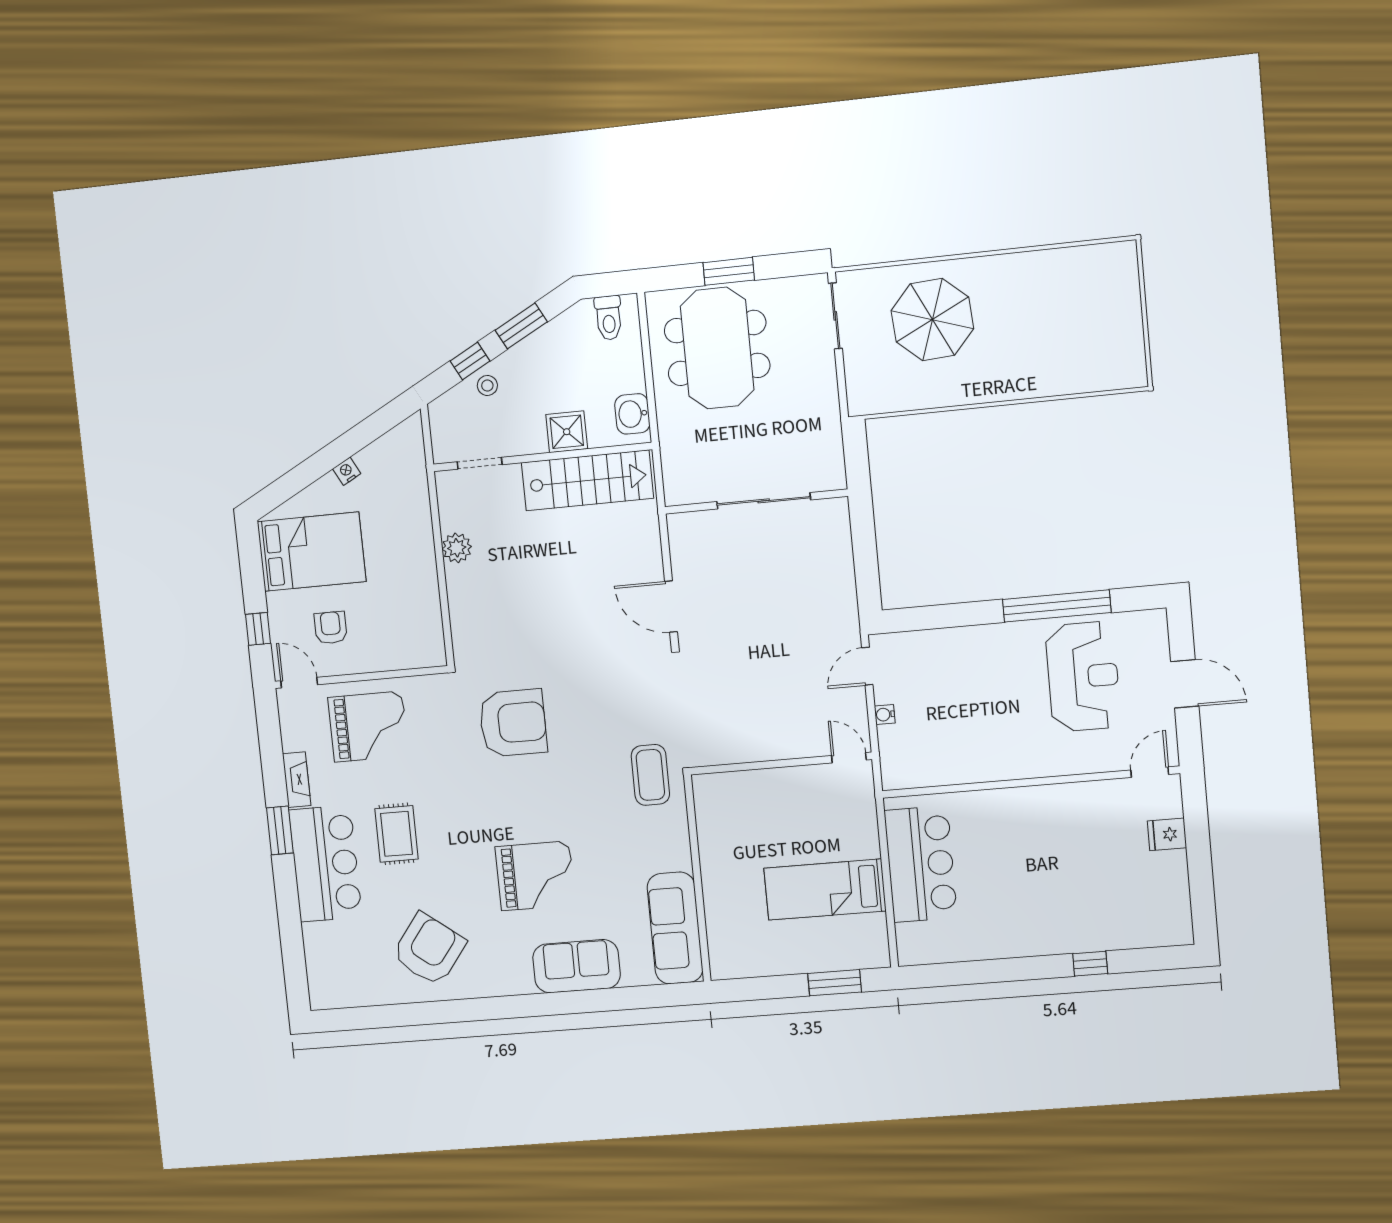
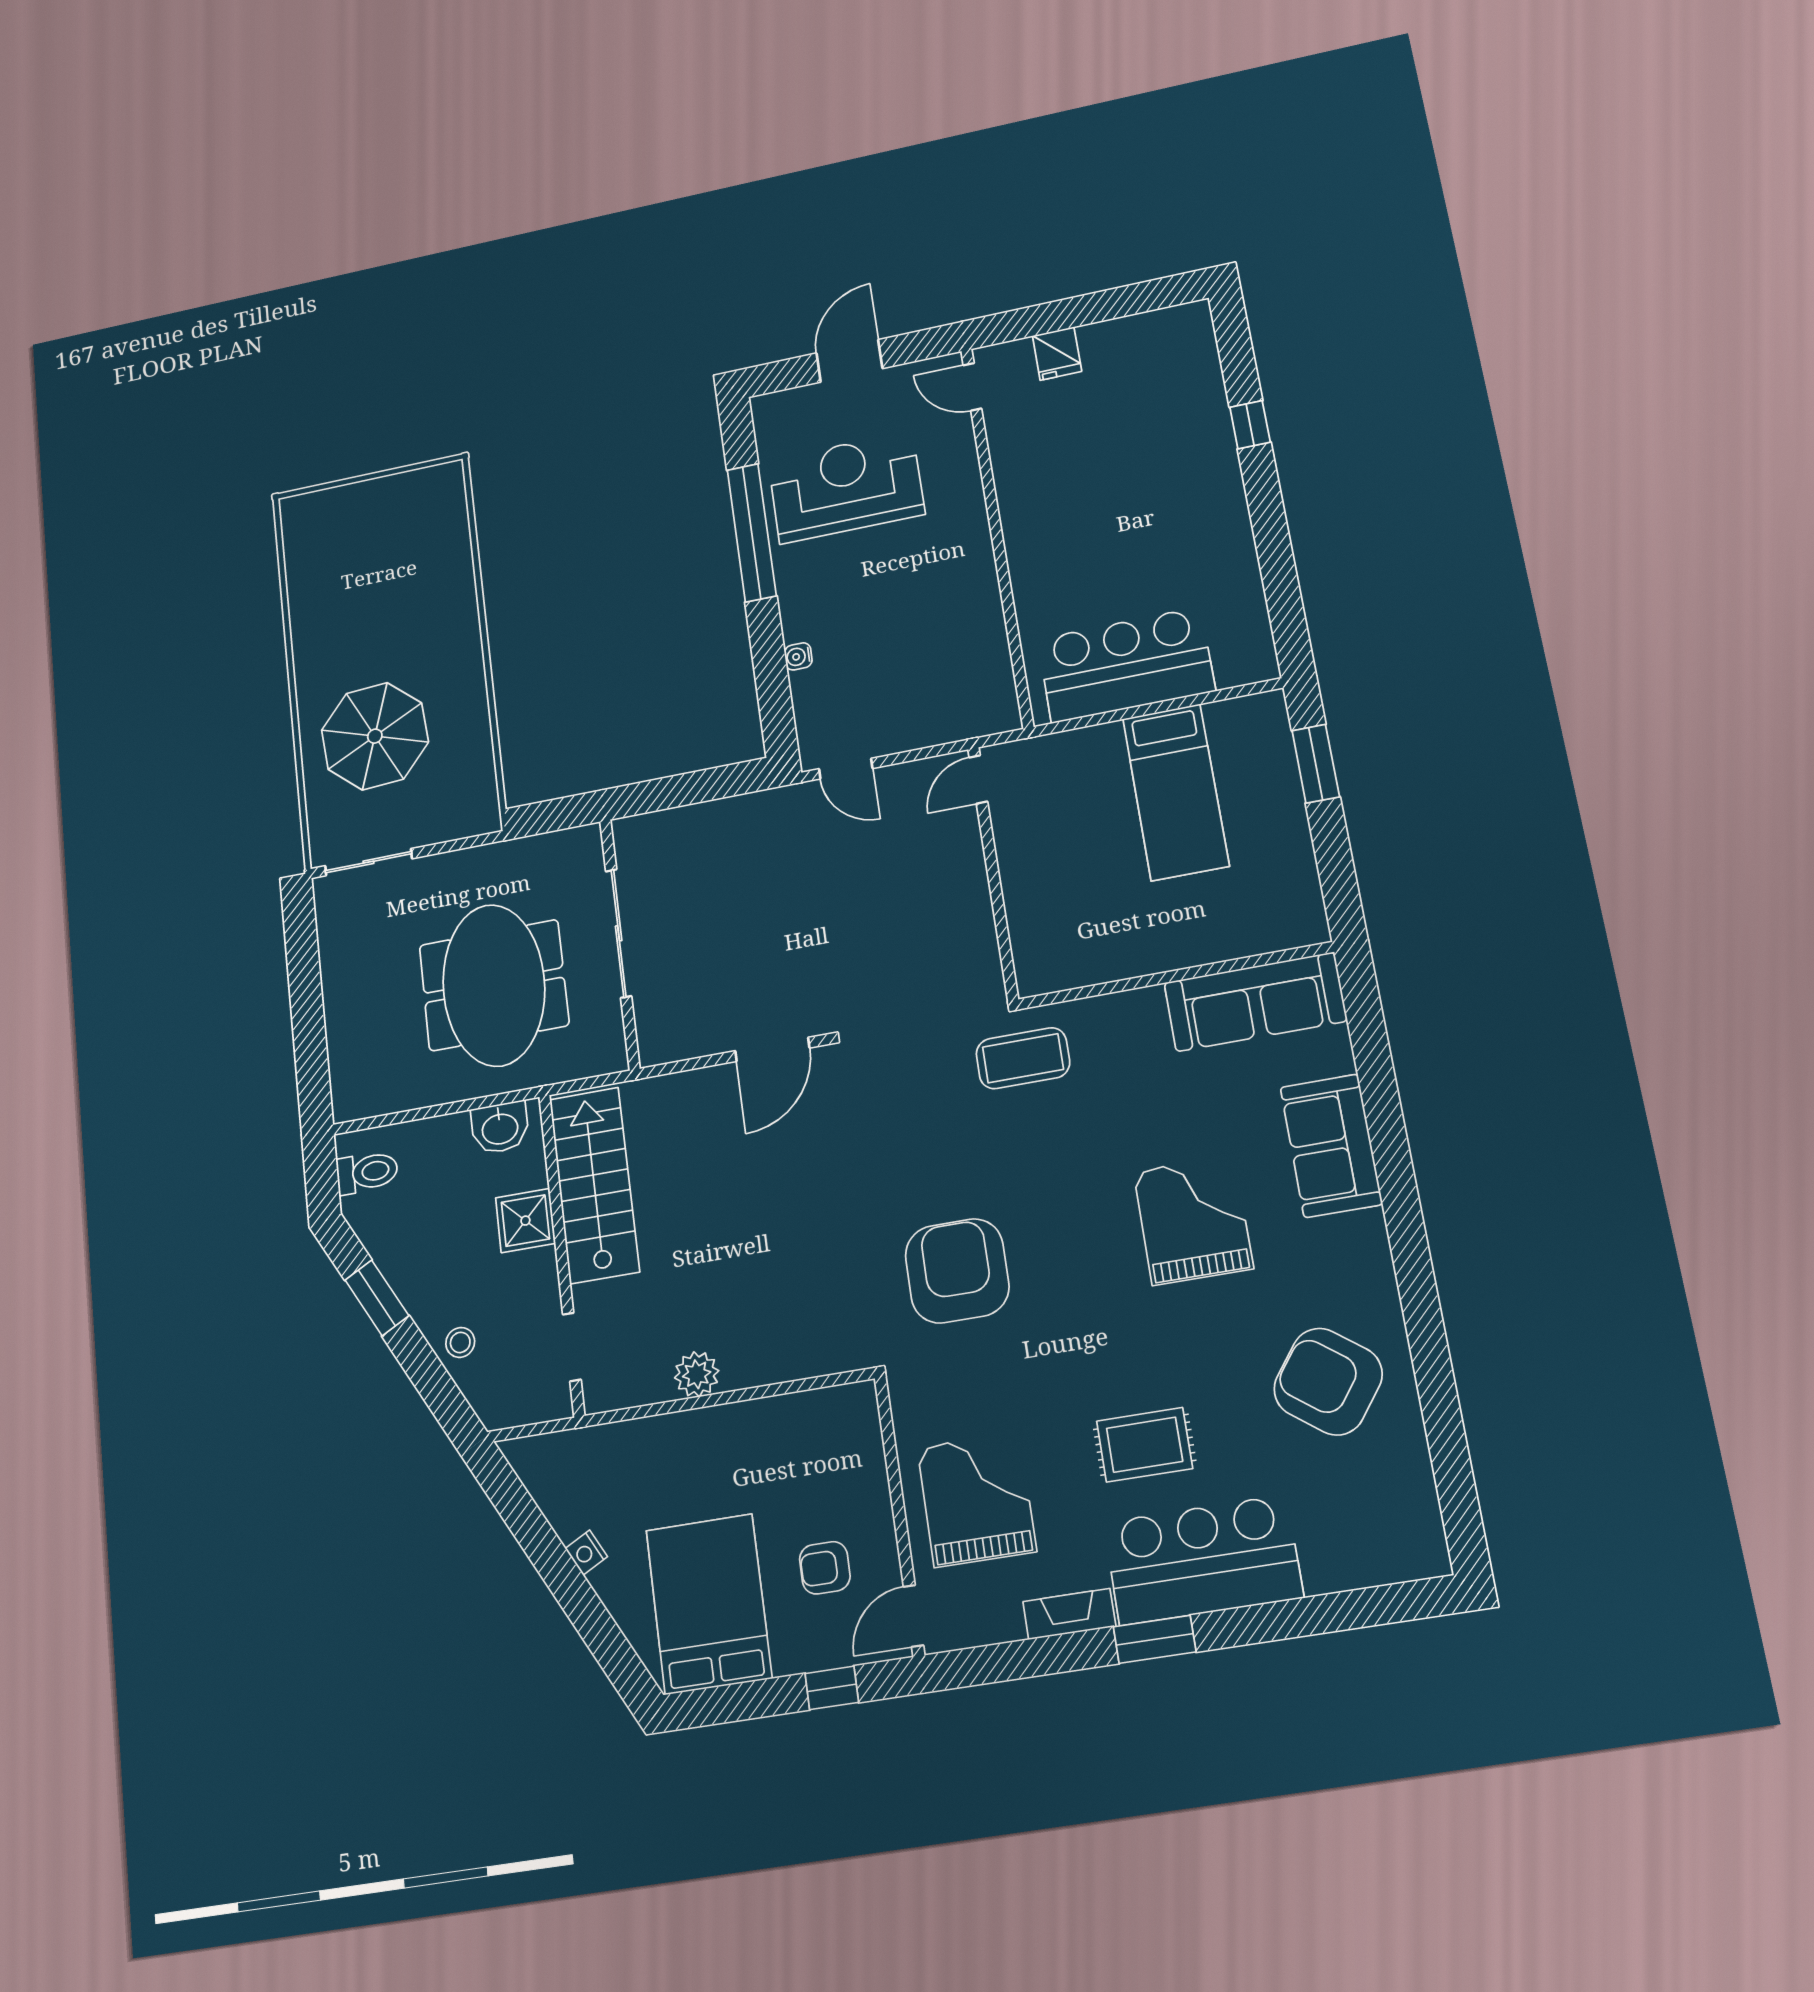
window: (729, 271) -> (307, 1011), removed
meeting table: (717, 348) -> (494, 985), moved, turned 90
window: (470, 361) -> (425, 1371), removed
water cooler: (885, 715) -> (798, 656), moved, turned 90

